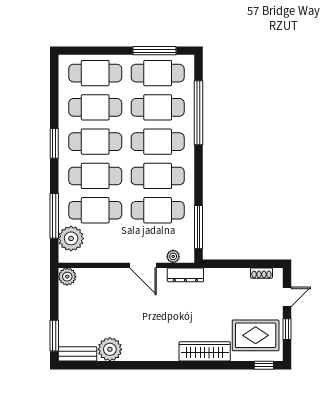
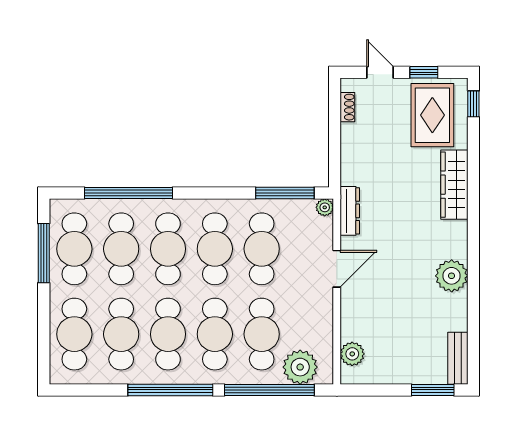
window: (54, 143) -> (170, 390), width x2.11
window: (54, 216) -> (269, 390), width x1.46
plant: (173, 256) -> (325, 207), moved
plant: (67, 277) -> (352, 354), moved
plant: (110, 349) -> (452, 276), moved

